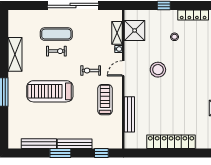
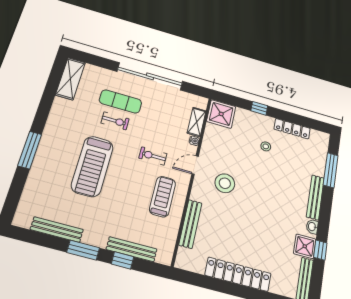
shower: (135, 30) -> (221, 114), moved
shelving: (15, 54) -> (70, 79), moved
stool: (158, 70) -> (225, 183), moved
treadmill: (50, 91) -> (92, 166), turned -90
bench: (75, 144) -> (132, 249), moved
window: (101, 153) -> (122, 260), moved

